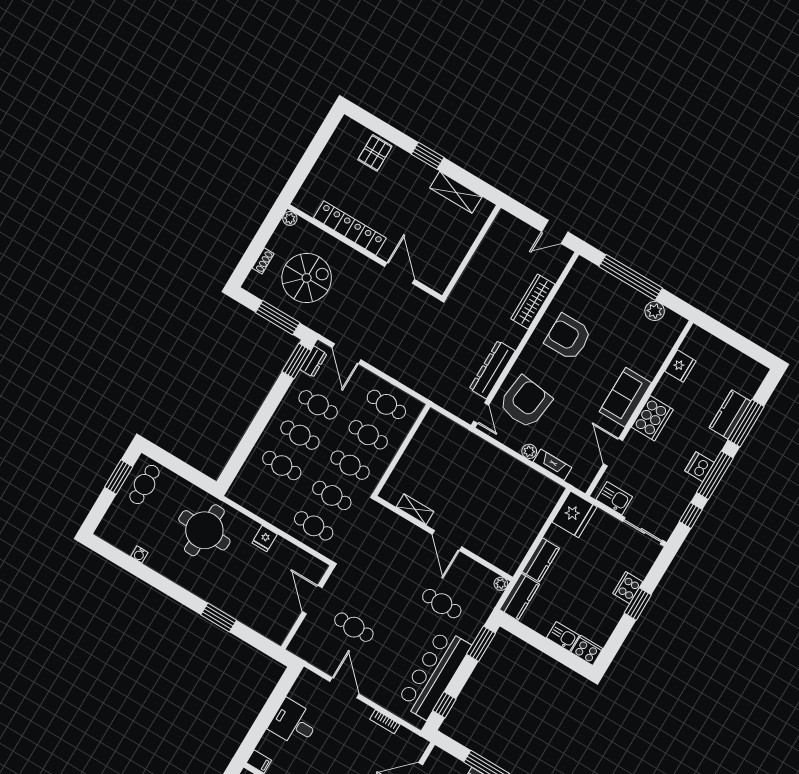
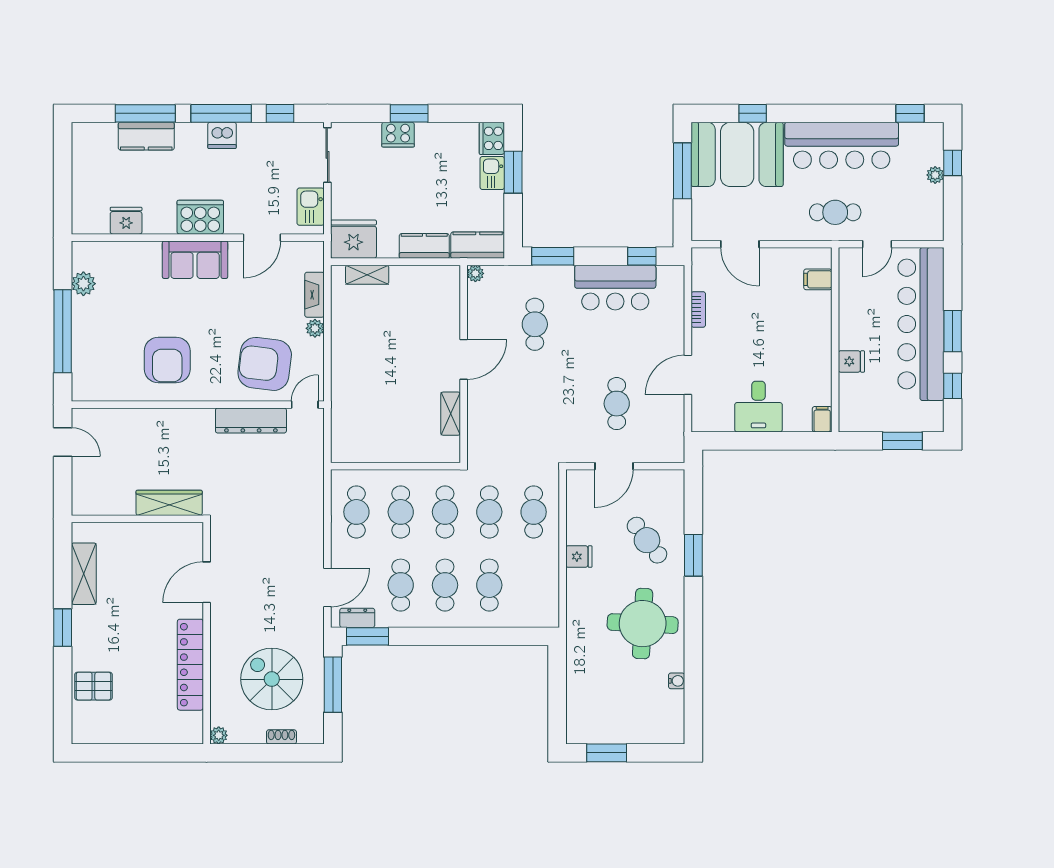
wardrobe: (533, 302) -> (169, 503), moved, turned 180
cafe table: (144, 484) -> (647, 540), moved, turned 53
shelving: (544, 509) -> (367, 275), added
round table: (204, 530) -> (643, 624), moved
window: (555, 651) -> (513, 172), added
bar counter: (434, 674) -> (615, 288), width x0.73

